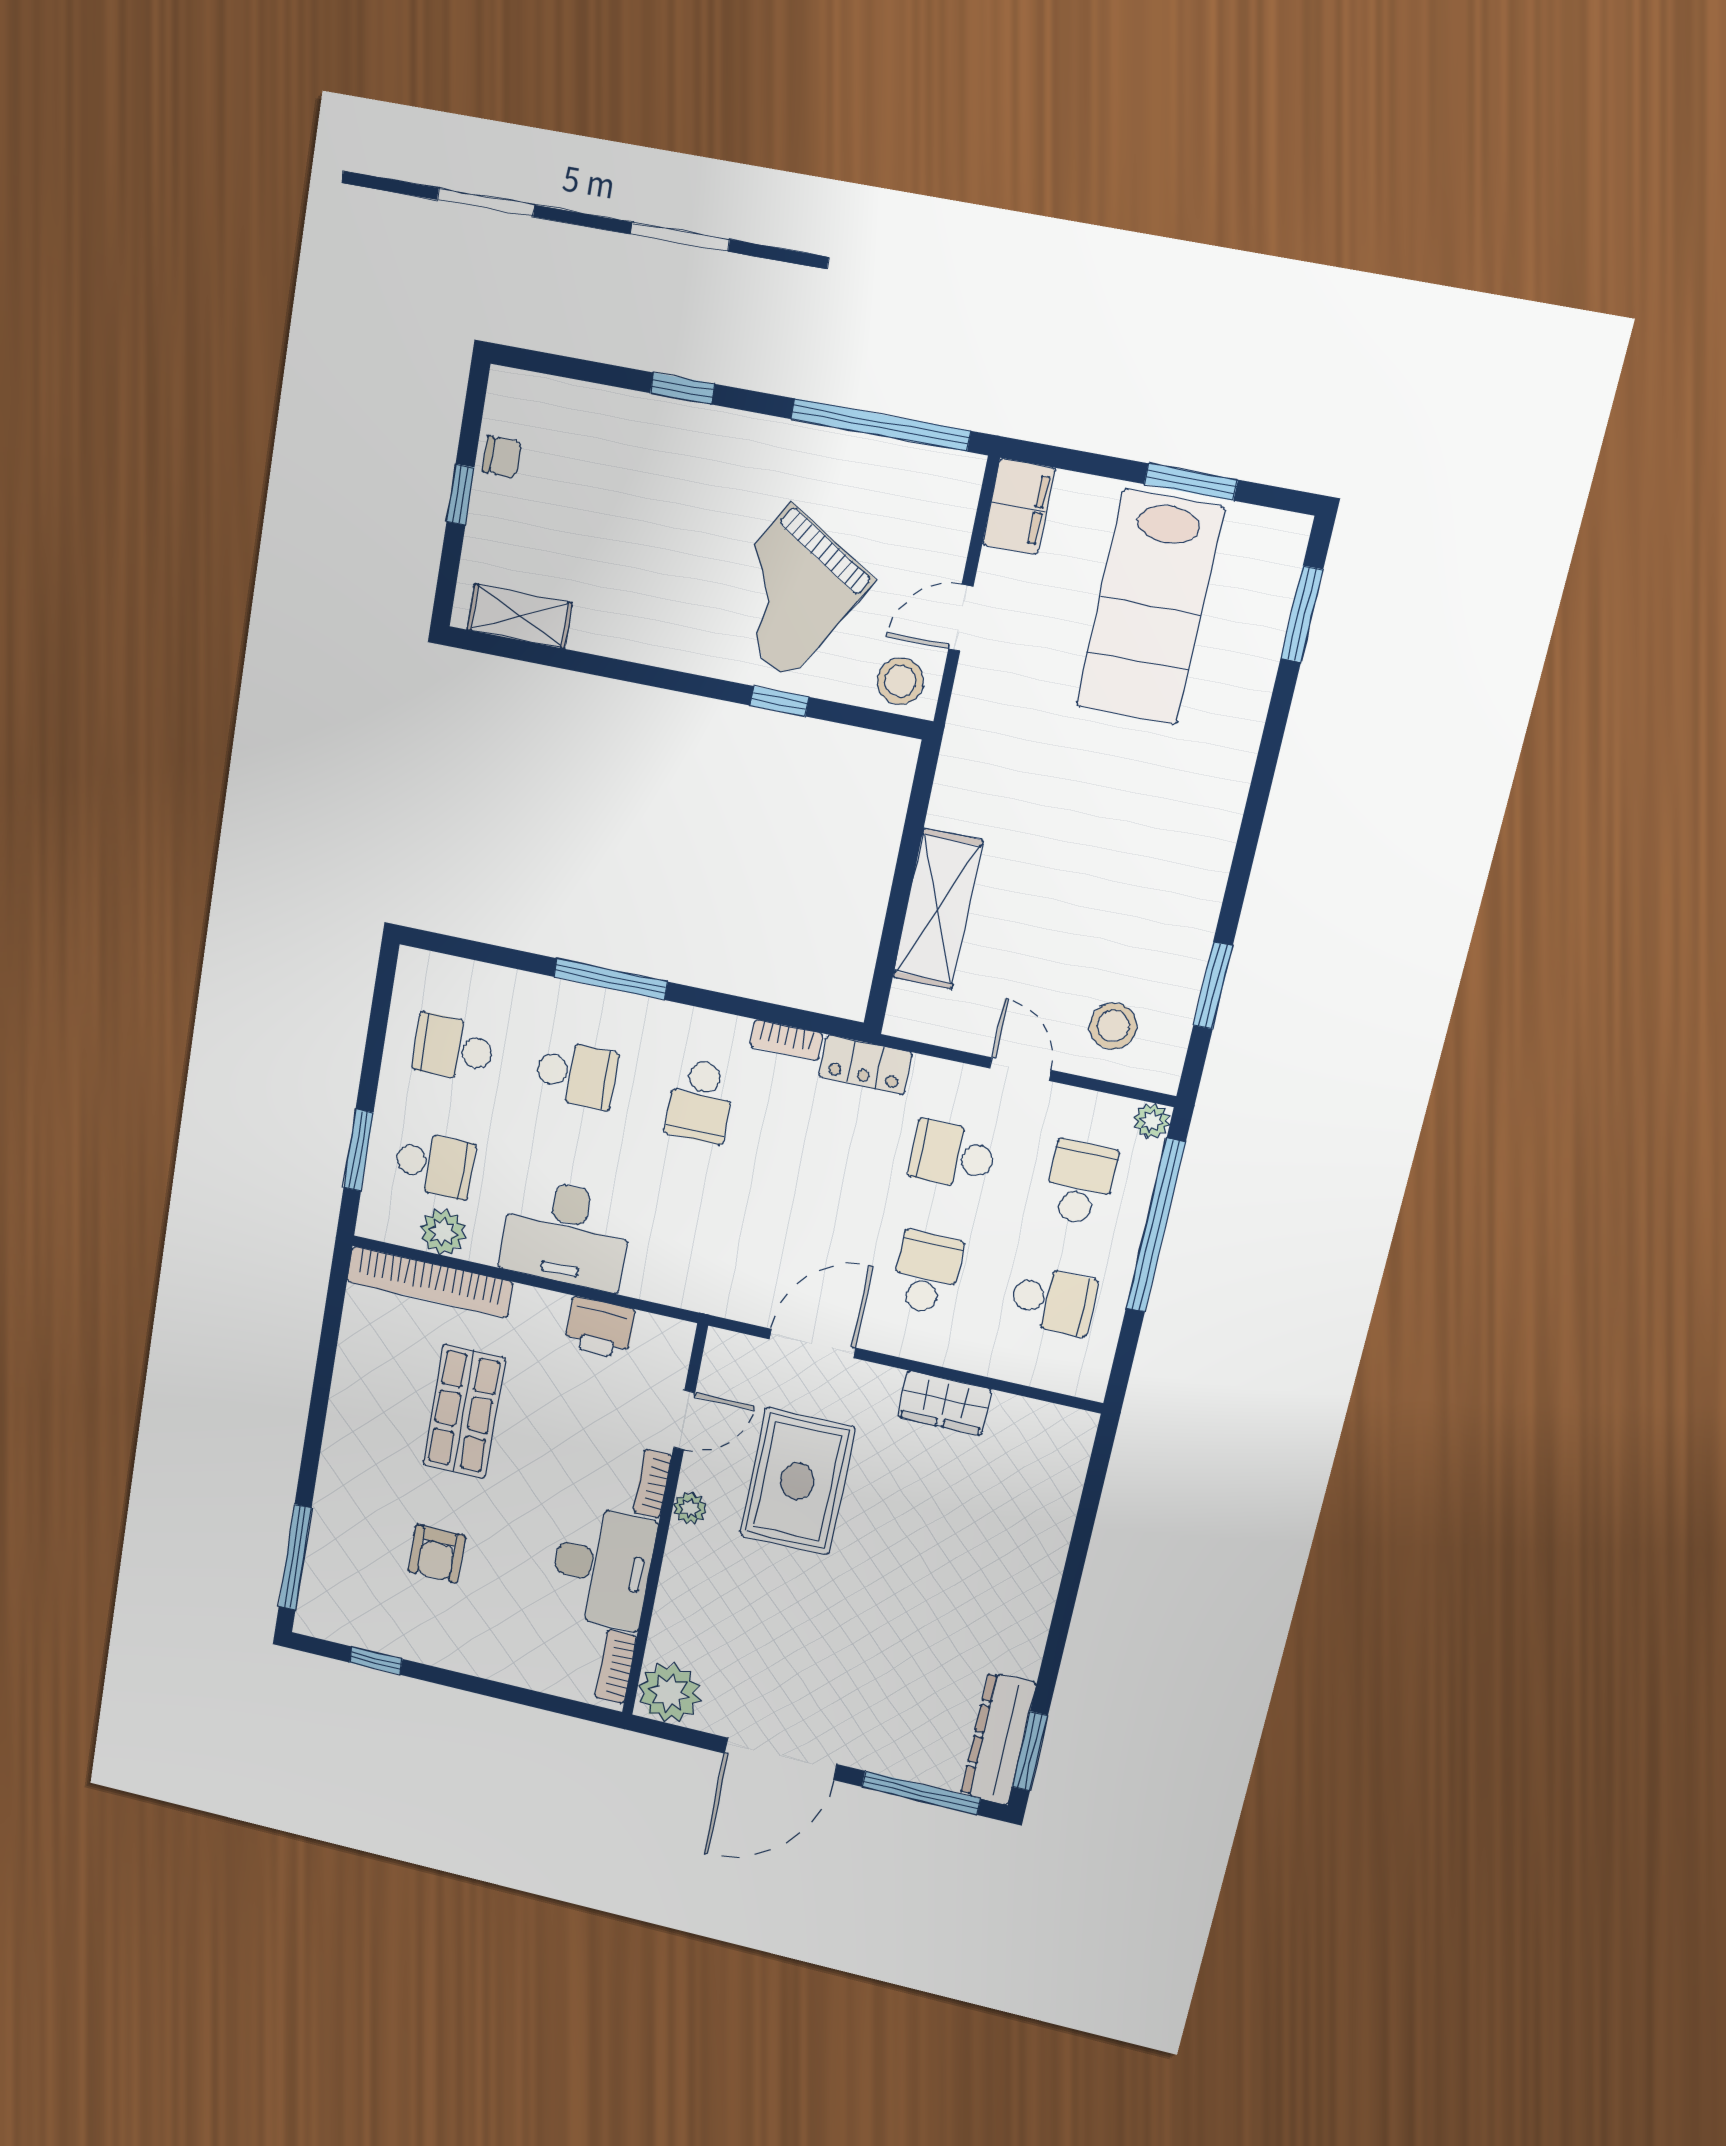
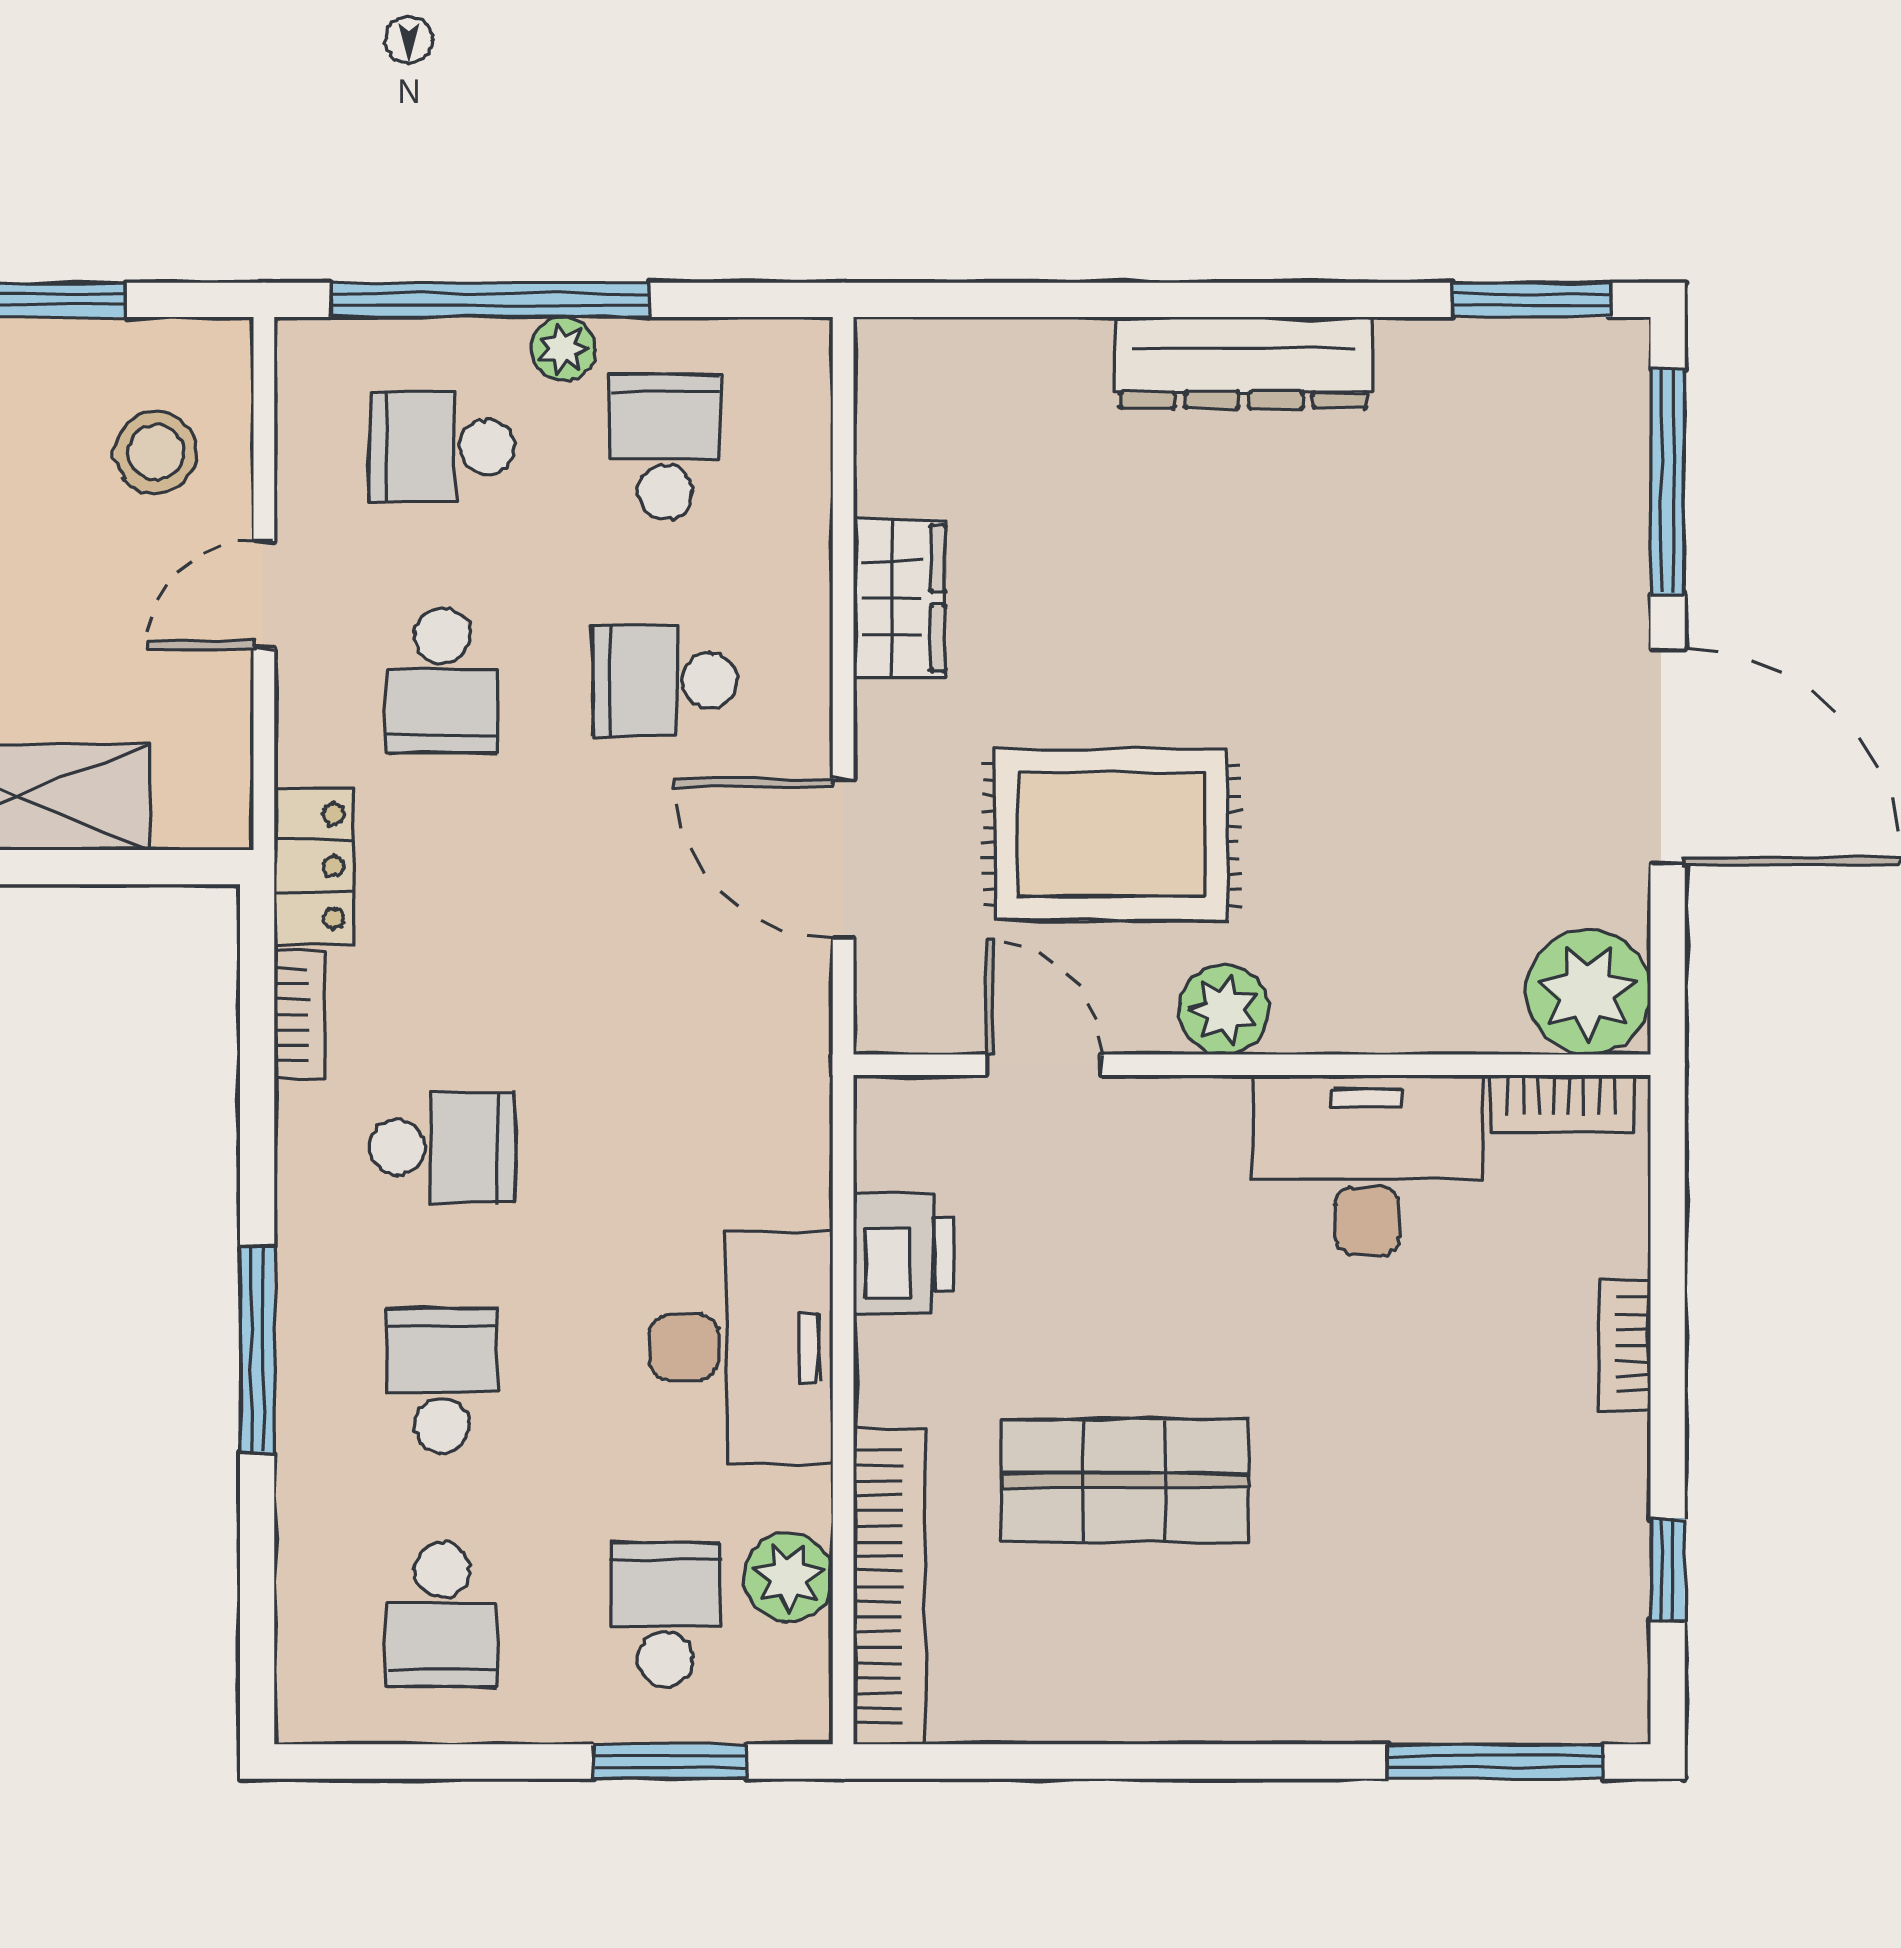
plant: (1152, 1121) -> (563, 349), moved
bookcase: (652, 1484) -> (1625, 1345), moved, turned 90
plant: (690, 1508) -> (1224, 1010), width x1.38, depth x1.38
armchair: (437, 1554) -> (1419, 1486), removed
dresser: (998, 1739) -> (1244, 363), moved

